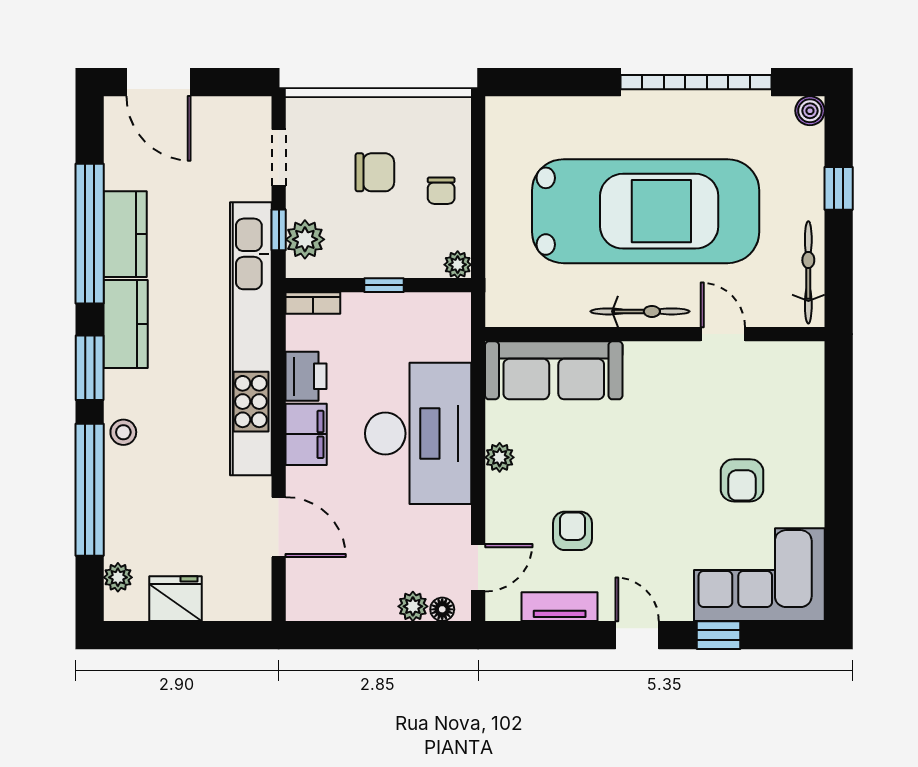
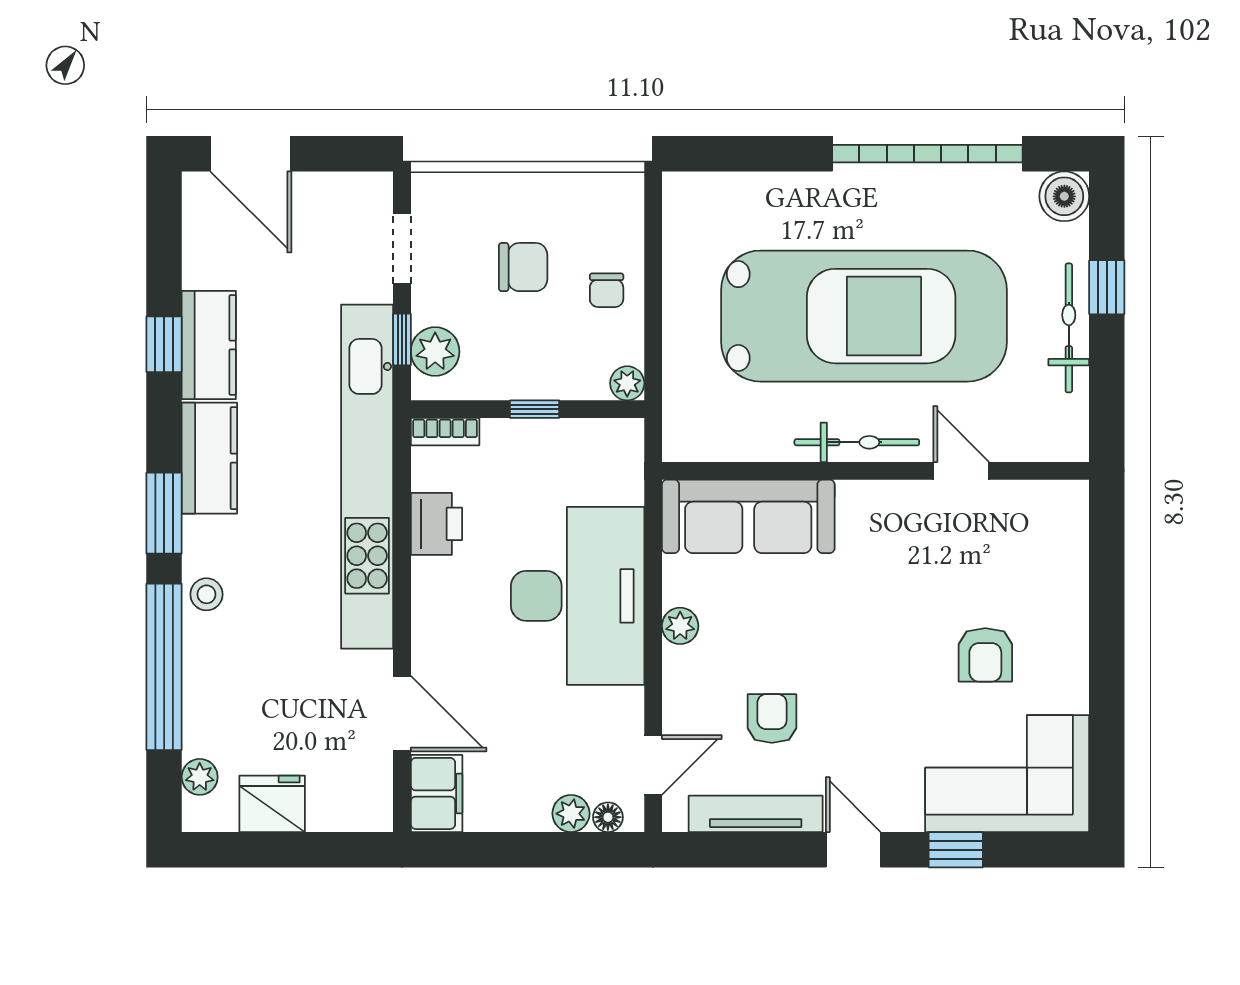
boiler: (810, 111) -> (1064, 196), width x1.36, depth x1.36
window: (90, 234) -> (164, 344), width x0.32
bicycle: (808, 272) -> (1069, 328), moved
filing cabinet: (306, 434) -> (437, 793), moved
tv unit: (560, 607) -> (756, 814), width x1.41

